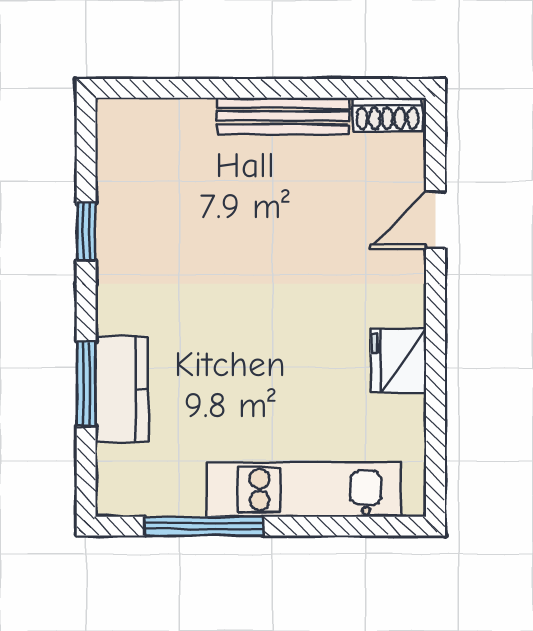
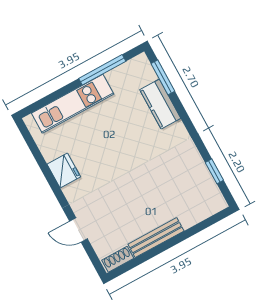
door: (435, 220) -> (79, 230), swing flipped
window: (86, 232) -> (214, 171), moved
window: (86, 384) -> (163, 77), moved

